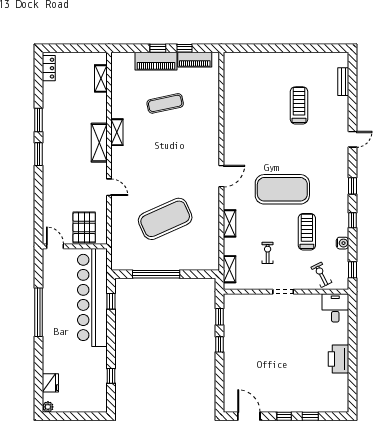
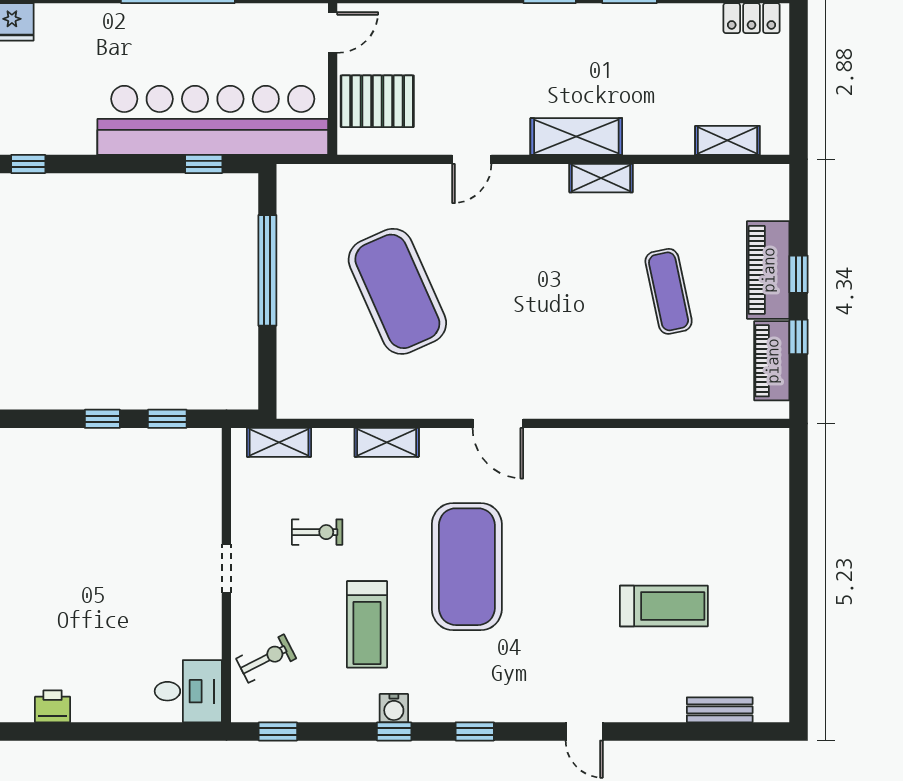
treadmill: (307, 232) -> (367, 624), turned 90
water cooler: (342, 243) -> (394, 708), moved
printer: (338, 359) -> (53, 706), width x0.53, depth x0.68

